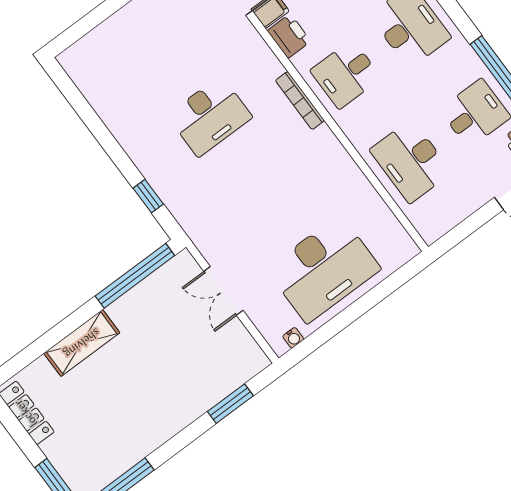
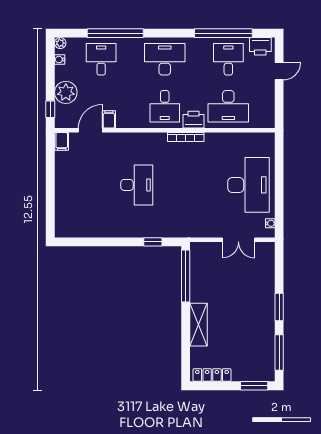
printer: (289, 36) -> (194, 120), moved
bookcase: (300, 101) -> (186, 137), moved
double door: (223, 291) -> (238, 240), moved
window: (230, 404) -> (279, 307), moved

